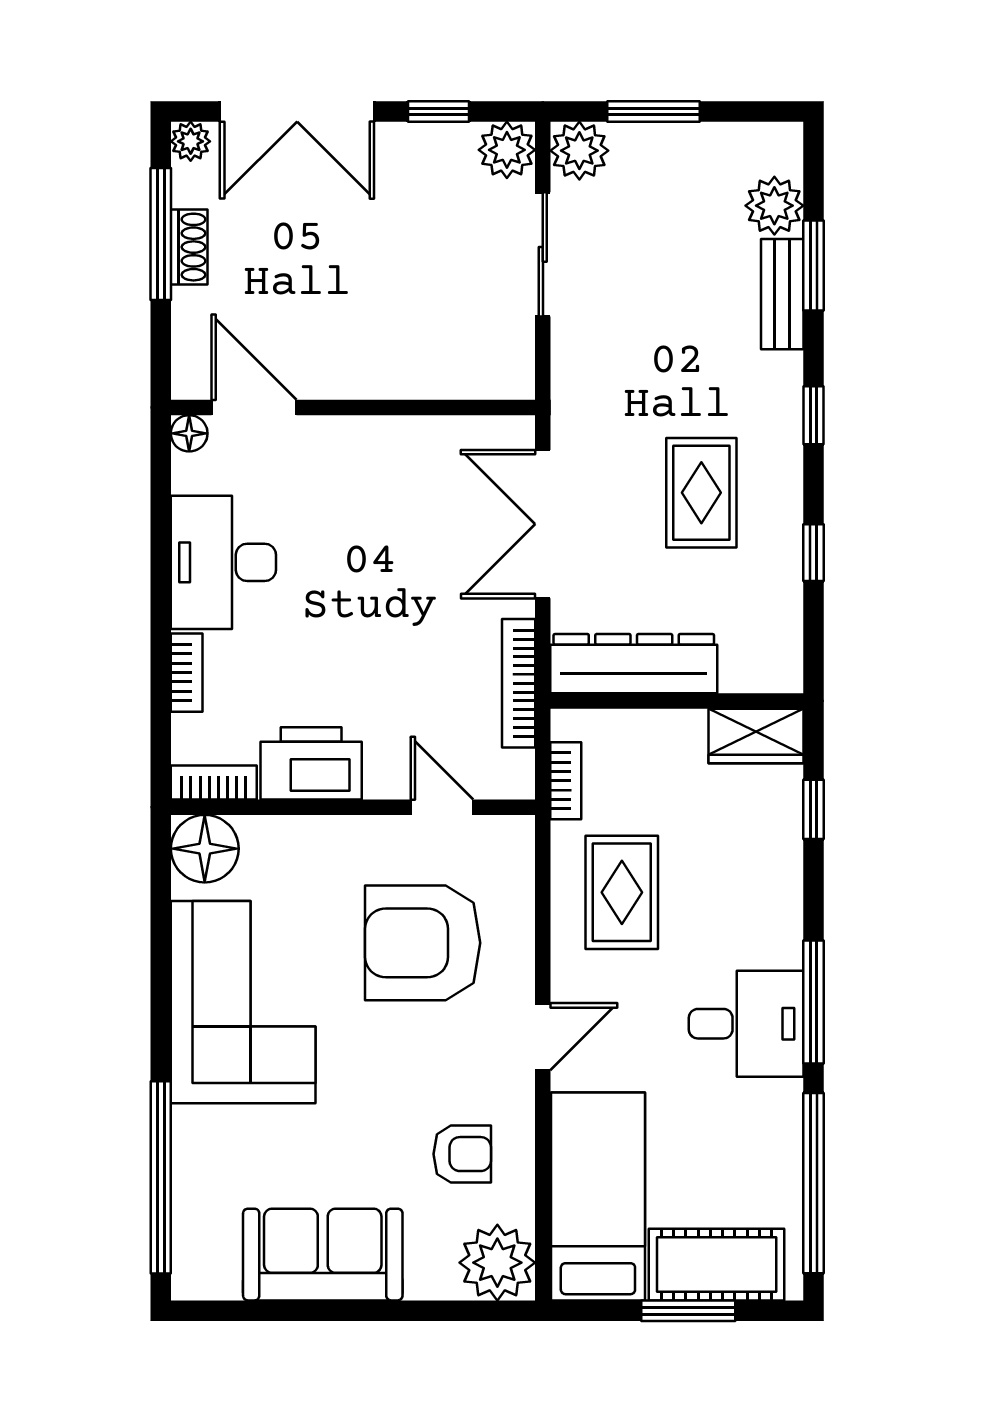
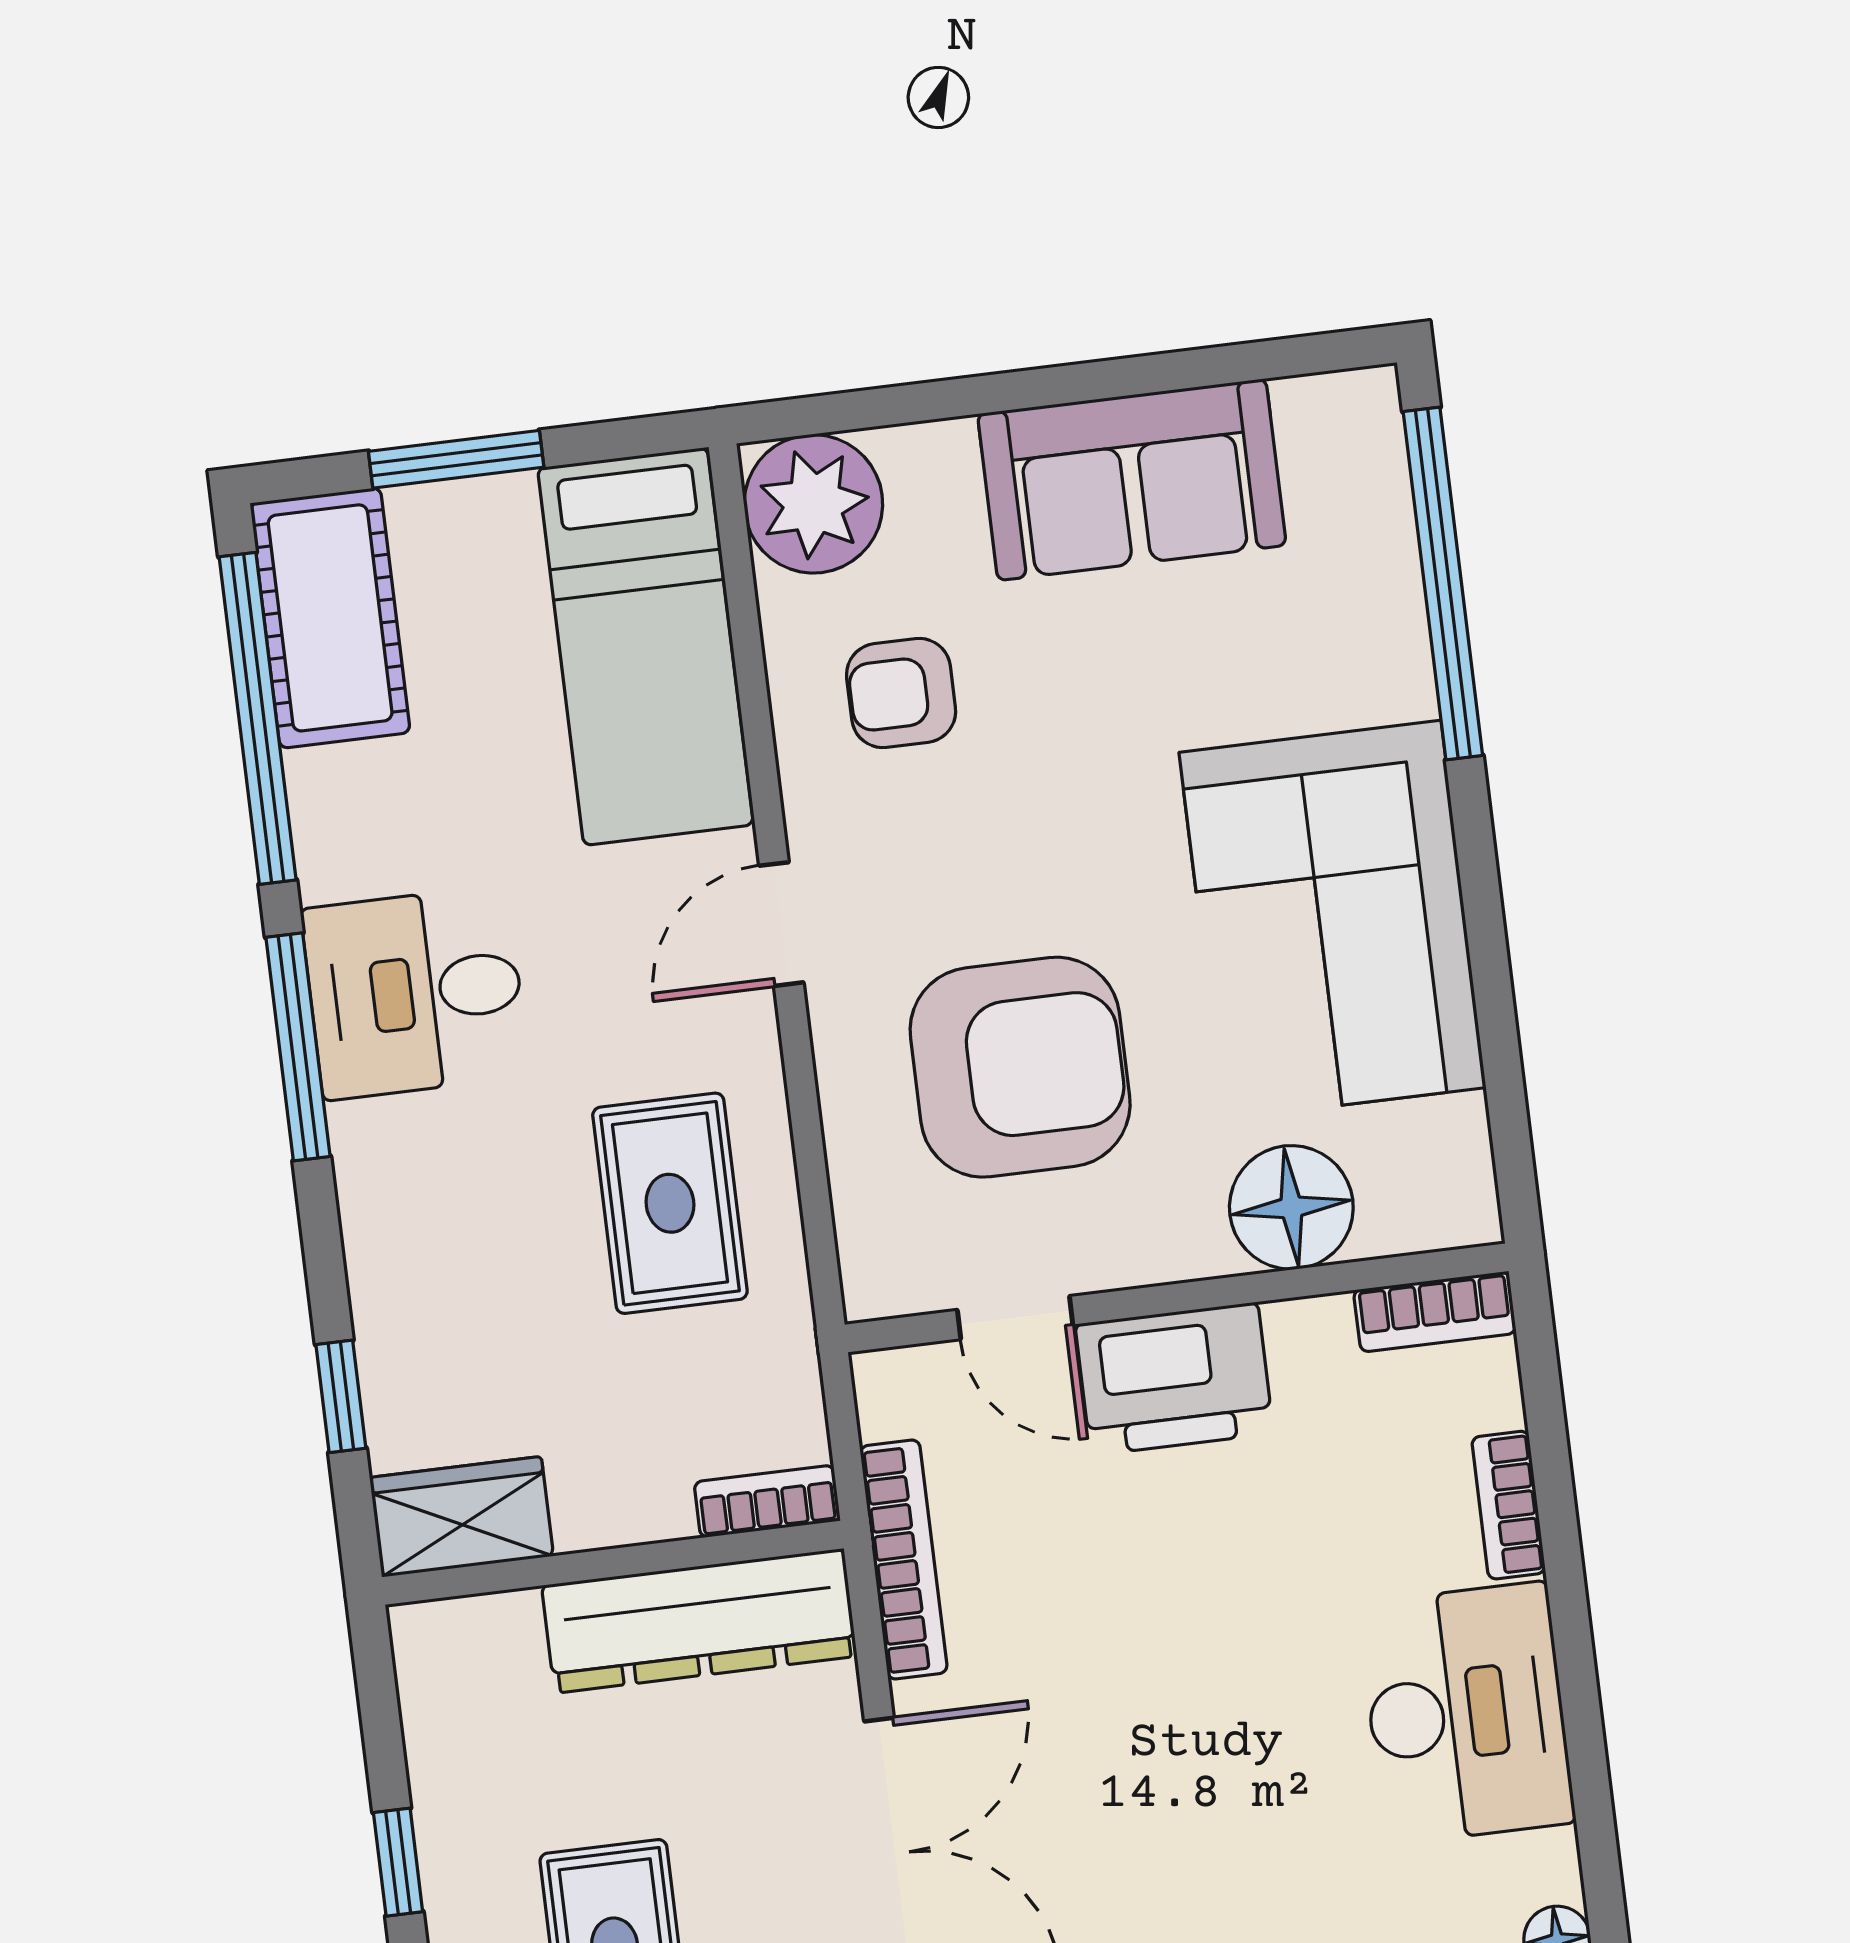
printer: (311, 763) -> (1174, 1379), moved
bookcase: (566, 781) -> (767, 1501), moved, turned 90
floor lamp: (205, 849) -> (1291, 1207), moved
cot: (717, 1265) -> (330, 618), moved, turned 90

